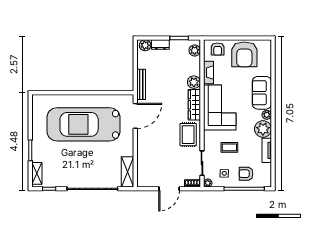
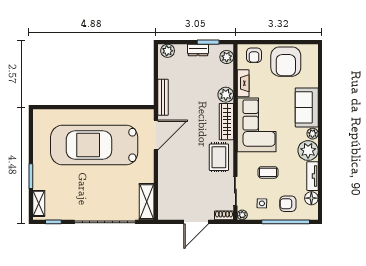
dresser: (160, 45) -> (198, 50), moved
floor lamp: (266, 169) -> (311, 198), added

